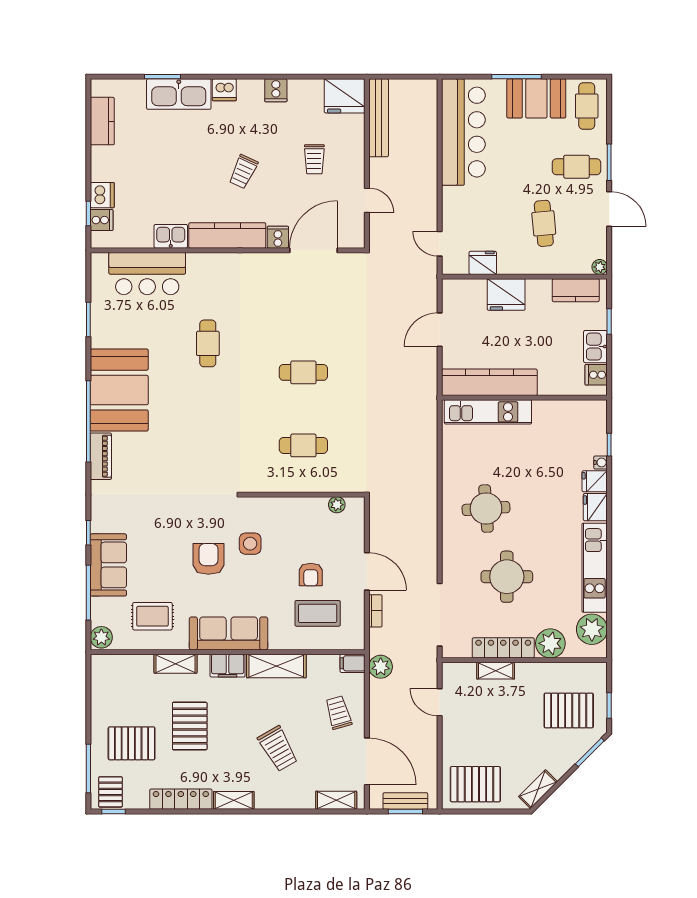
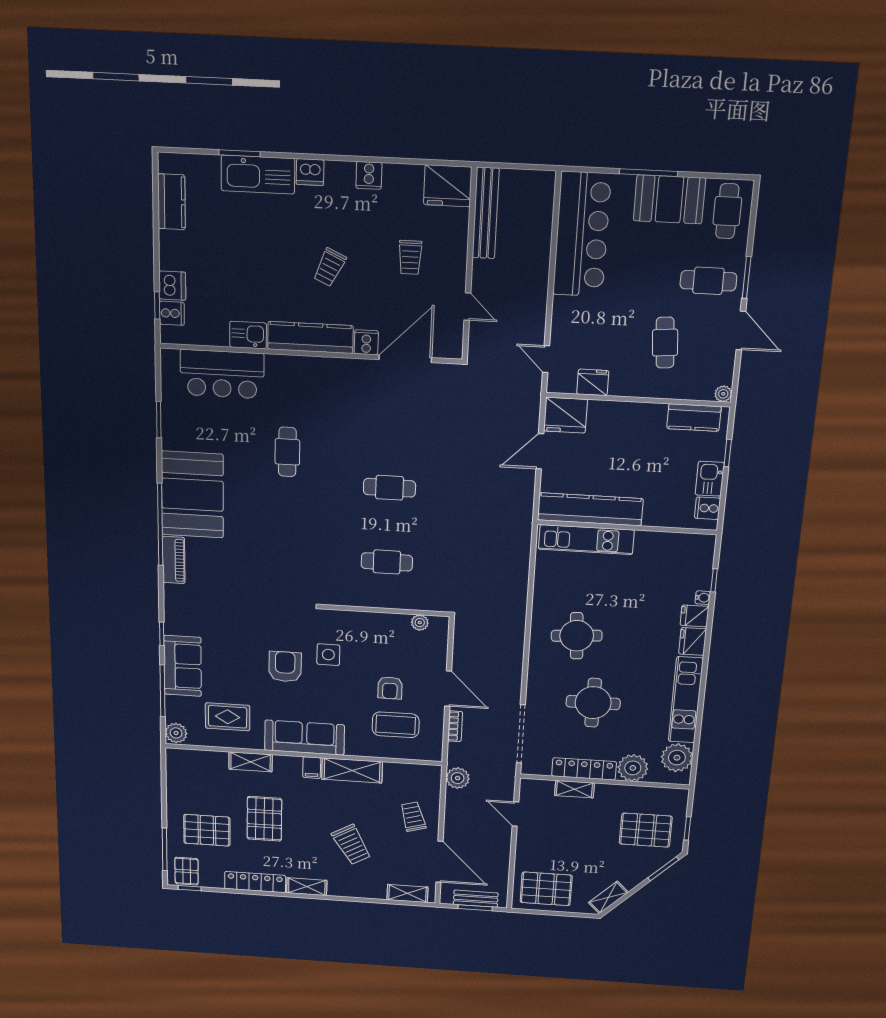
fridge: (506, 294) -> (565, 415), moved
filing cabinet: (353, 663) -> (429, 773), removed
filing cabinet: (228, 666) -> (312, 768), width x0.50

